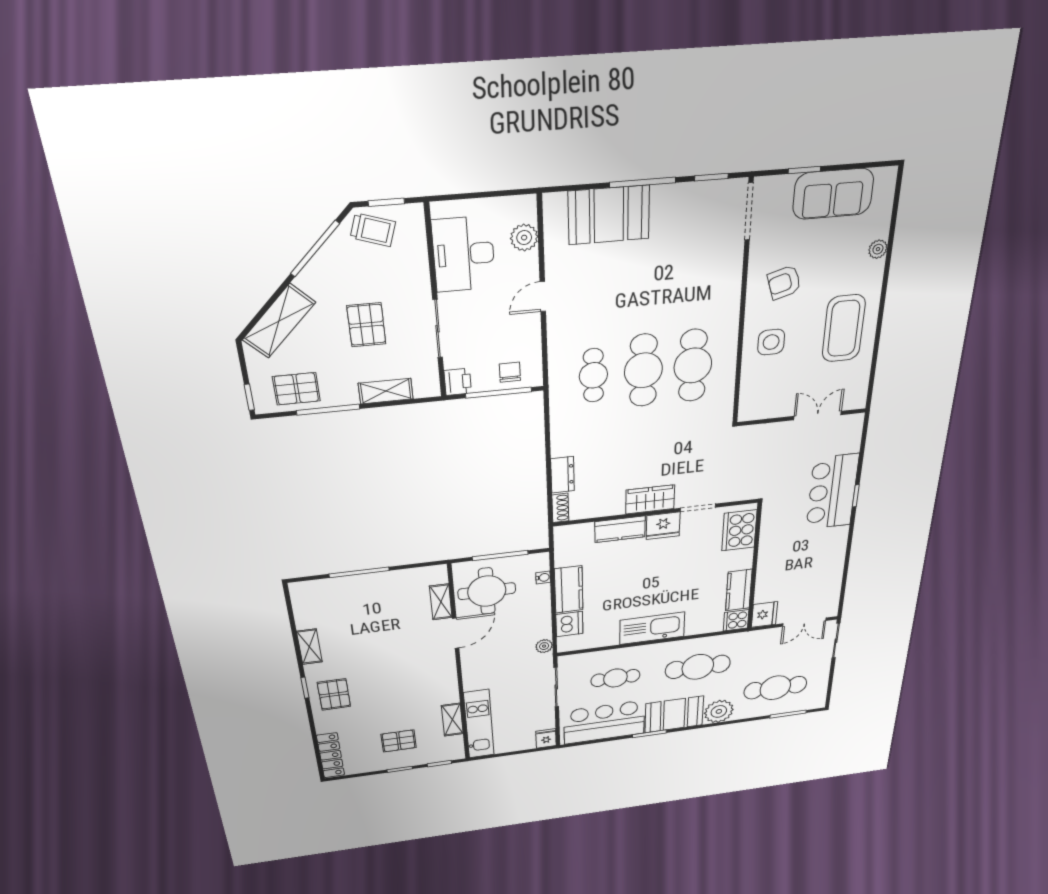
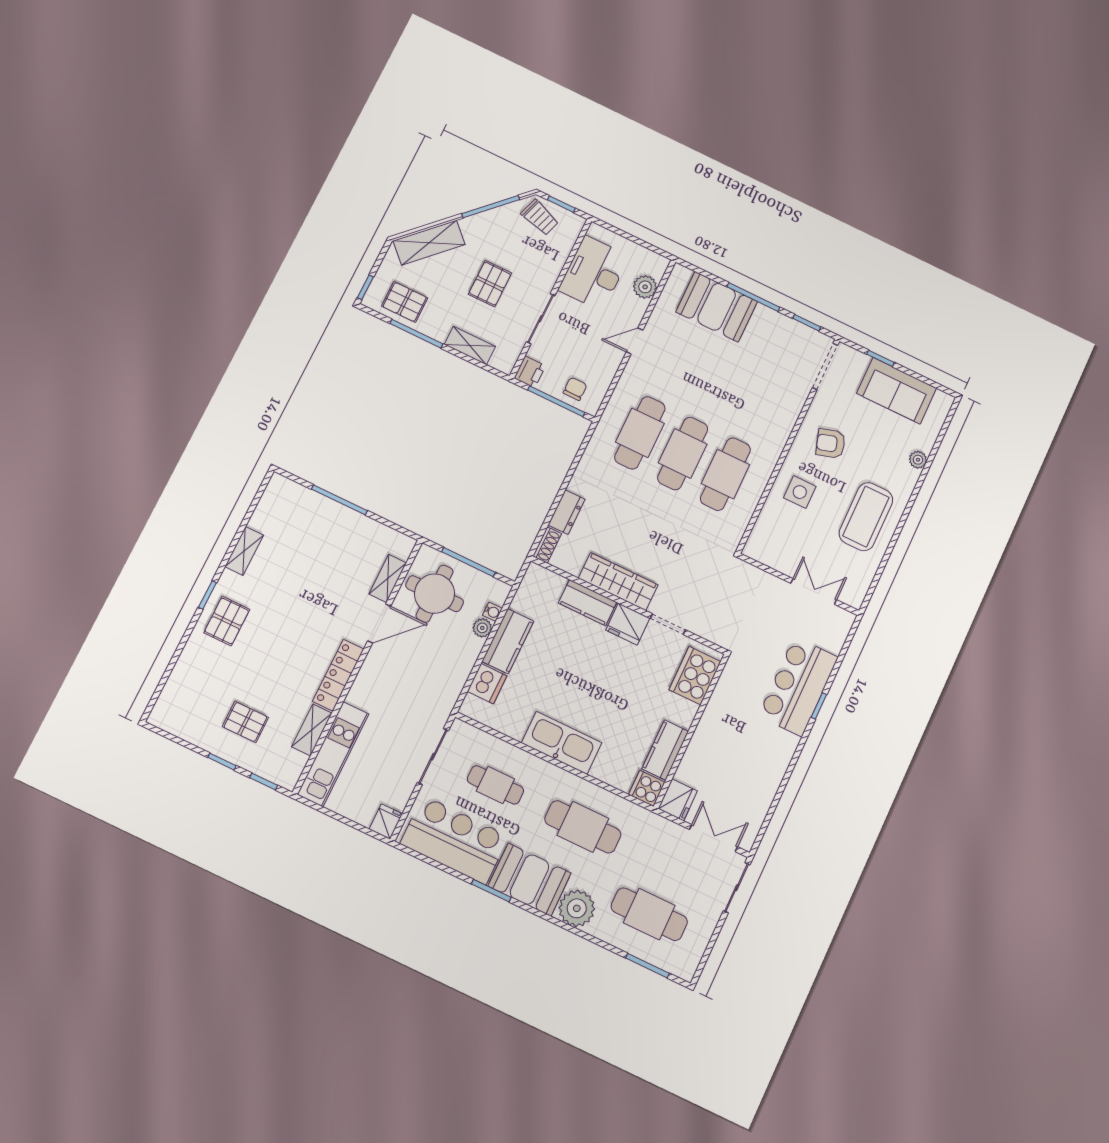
cafe table: (593, 375) -> (640, 433), width x1.37, depth x1.35
wardrobe: (650, 499) -> (618, 582), width x1.50
double door: (804, 622) -> (714, 838), swing flipped
plant: (544, 646) -> (482, 628), moved
locker: (331, 755) -> (338, 675), moved, turned 180

